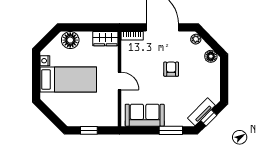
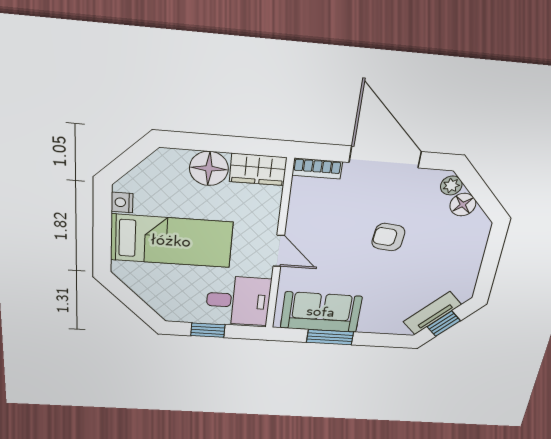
floor lamp: (70, 40) -> (209, 168), moved
floor lamp: (211, 56) -> (463, 205), moved
armchair: (171, 69) -> (388, 237), turned -84
desk: (103, 111) -> (238, 301), added
window: (171, 130) -> (330, 337), moved

